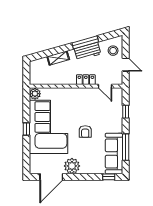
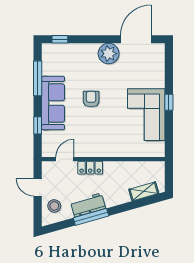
shelving: (58, 58) -> (144, 191), moved
door: (105, 86) -> (65, 159), hinge flipped
plant: (35, 94) -> (157, 149), removed
corner sofa: (48, 127) -> (146, 115), width x0.73, depth x0.74
sofa: (114, 153) -> (53, 103), moved

